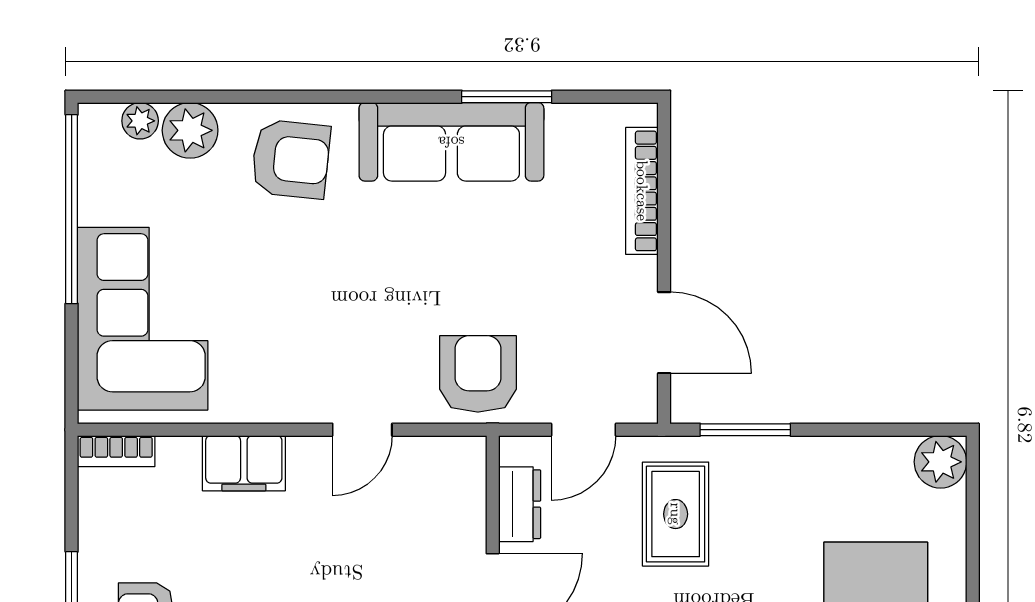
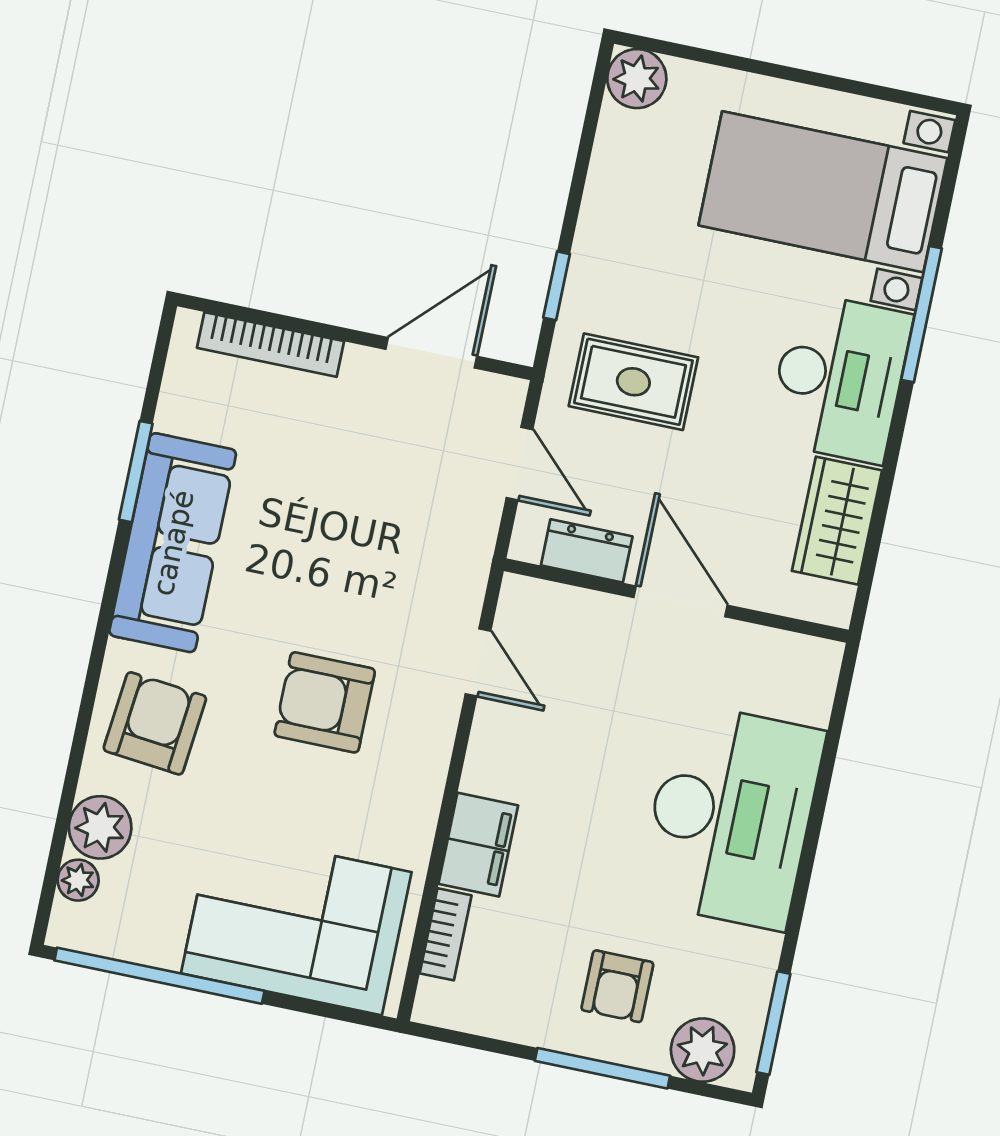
armchair: (478, 374) -> (325, 702), moved
door: (362, 430) -> (478, 662), moved
window: (745, 430) -> (557, 286), width x0.67
bookcase: (116, 451) -> (446, 934), moved

